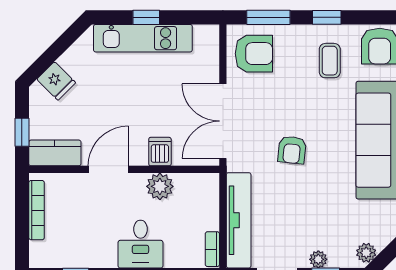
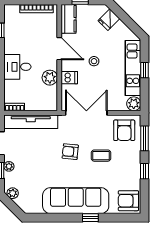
plant: (206, 37) -> (134, 104), added
coffee table: (330, 61) -> (101, 156), moved
stool: (130, 107) -> (94, 61), added

